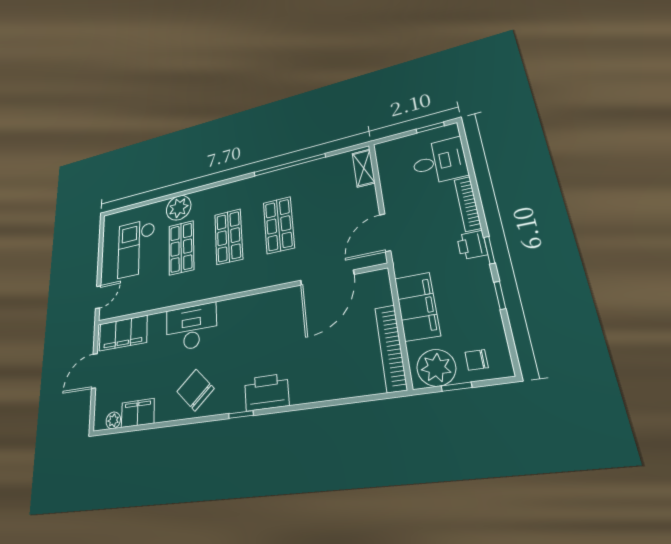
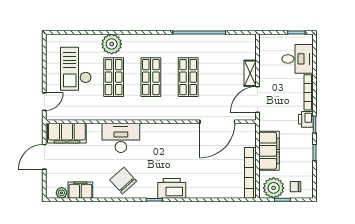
shelving: (364, 168) -> (250, 73), moved

